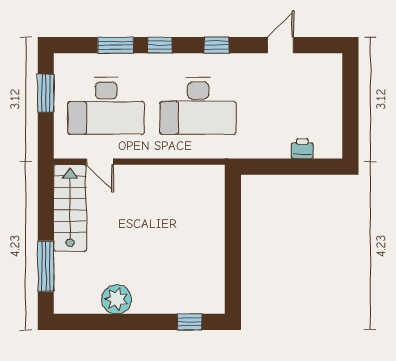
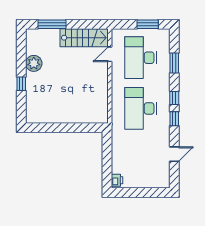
window: (160, 45) -> (174, 98), moved
door: (281, 45) -> (174, 154), hinge flipped
printer: (302, 149) -> (117, 180), moved
window: (190, 322) -> (21, 84), moved

